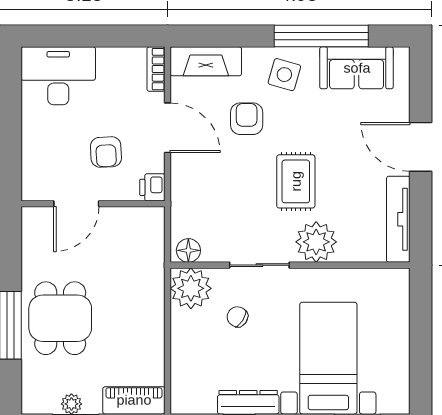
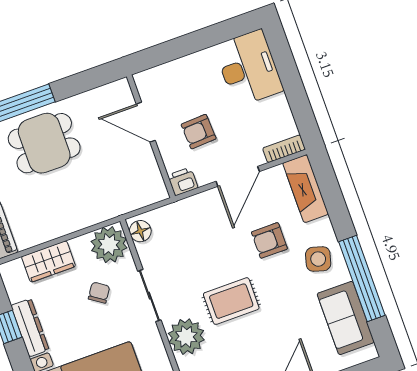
armchair: (247, 119) -> (269, 240), turned 180
wardrobe: (186, 358) -> (48, 261), added

